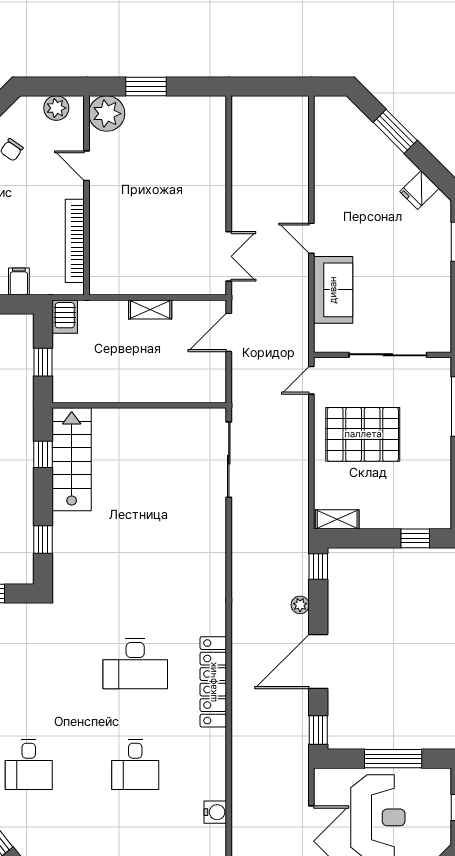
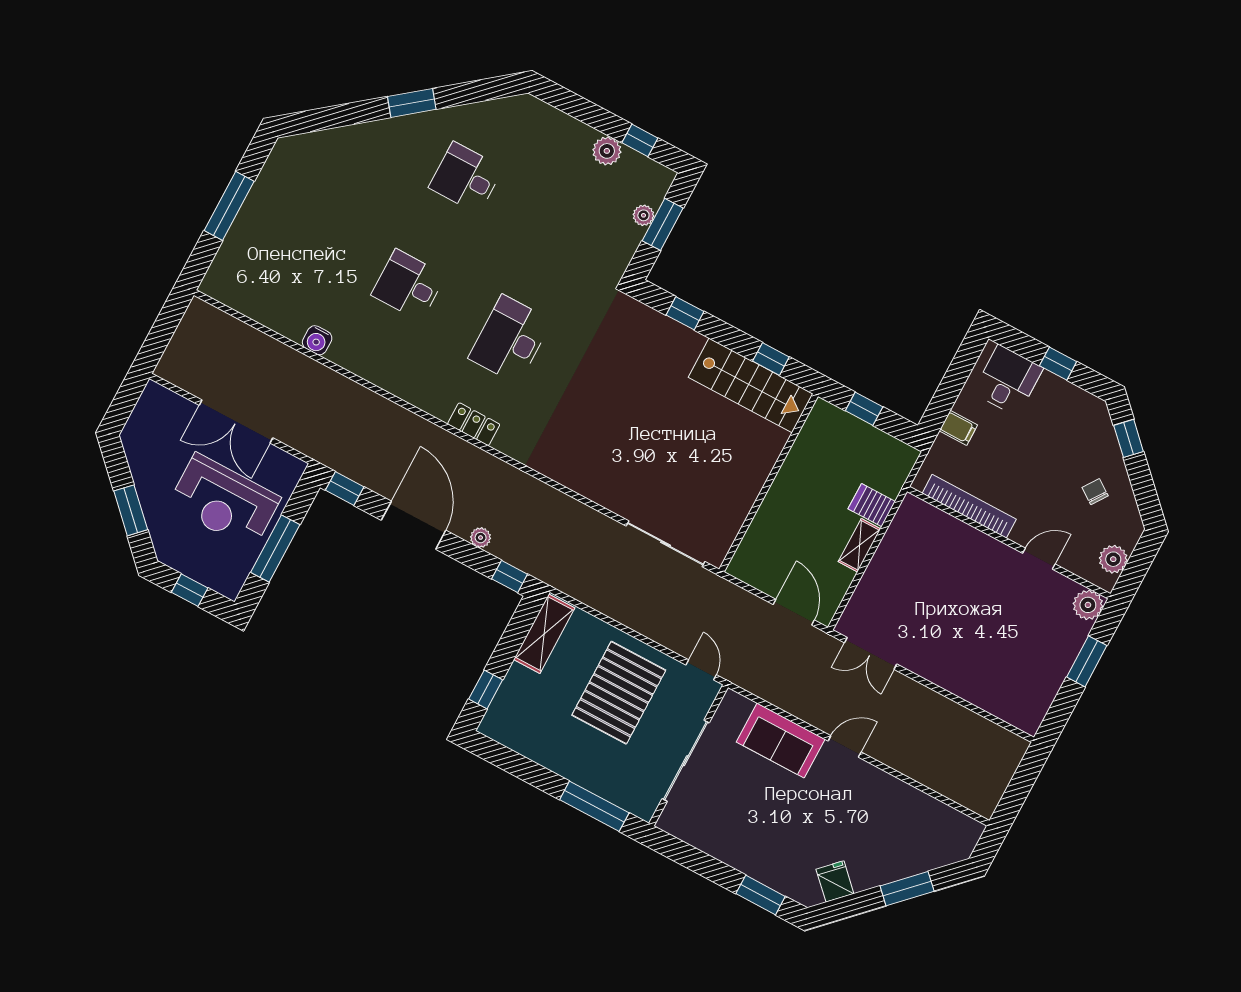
plant: (107, 114) -> (1088, 605), width x0.73, depth x0.73
server rack: (65, 317) -> (872, 505), moved
shelving: (337, 519) -> (544, 634), width x1.50, depth x1.33
locker: (213, 682) -> (474, 424), width x0.46, depth x0.83

